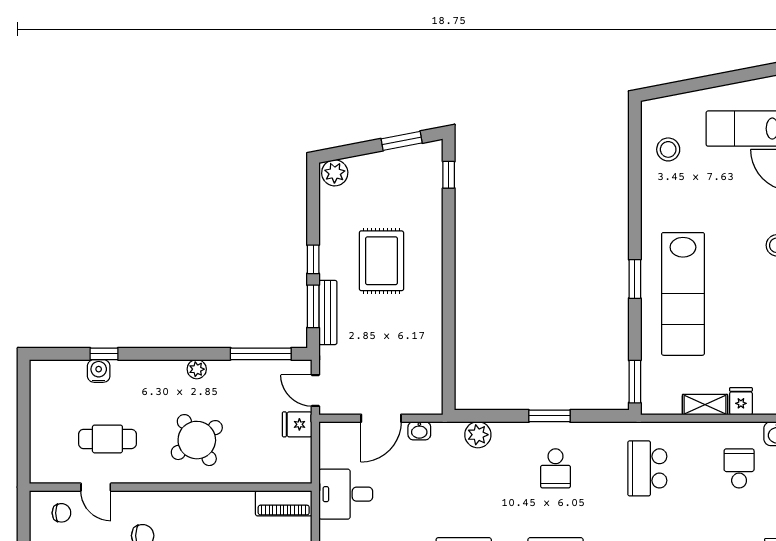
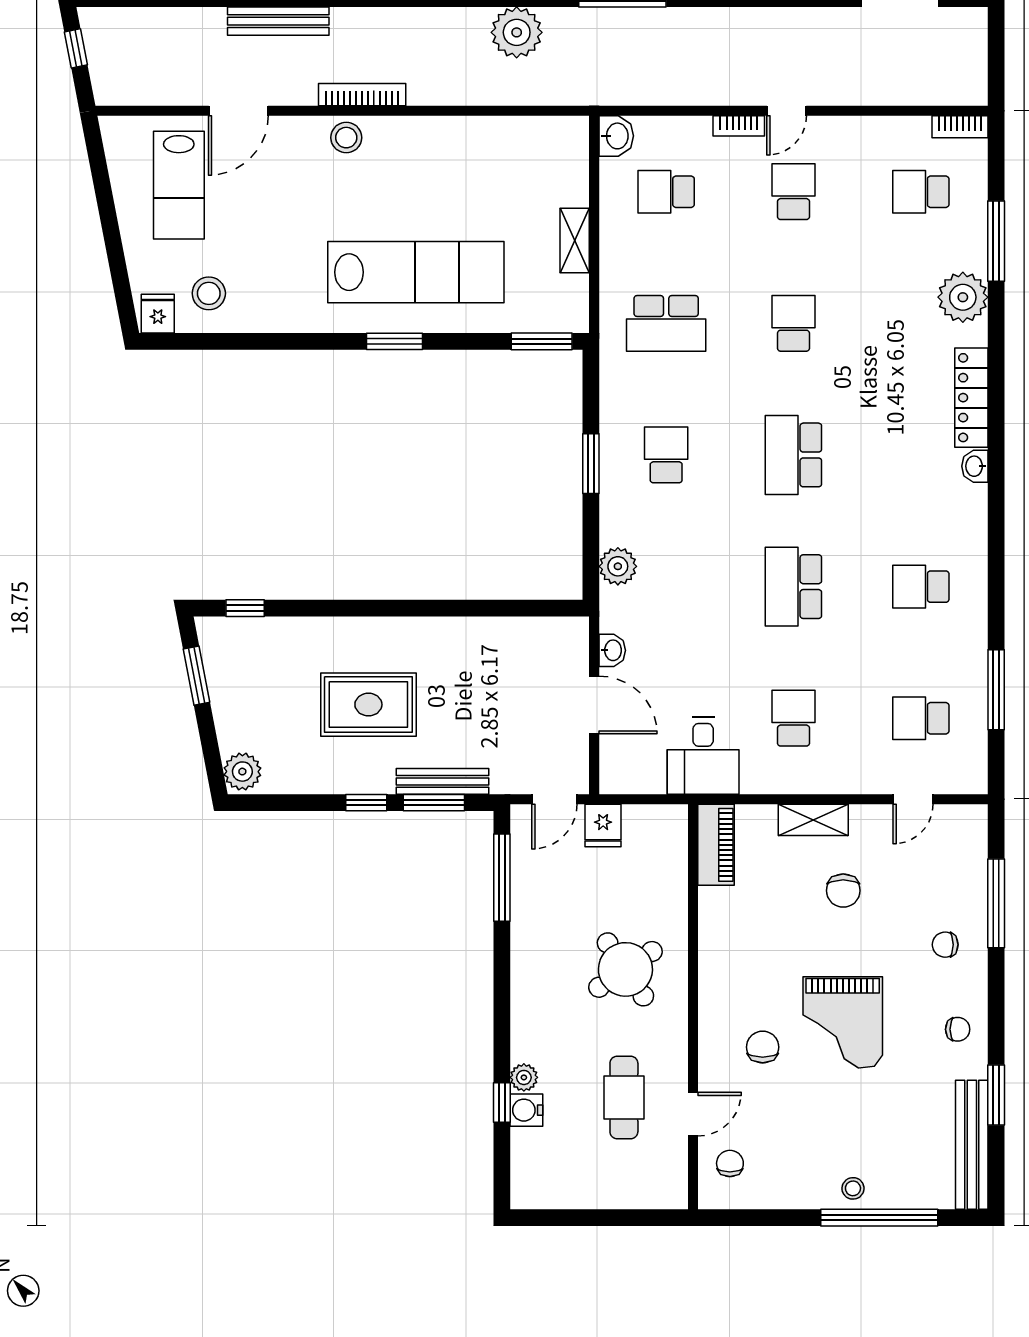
plant: (197, 369) -> (524, 1077), moved
fridge: (741, 401) -> (158, 314), moved, turned 90
school desk: (555, 468) -> (666, 455), turned -90

